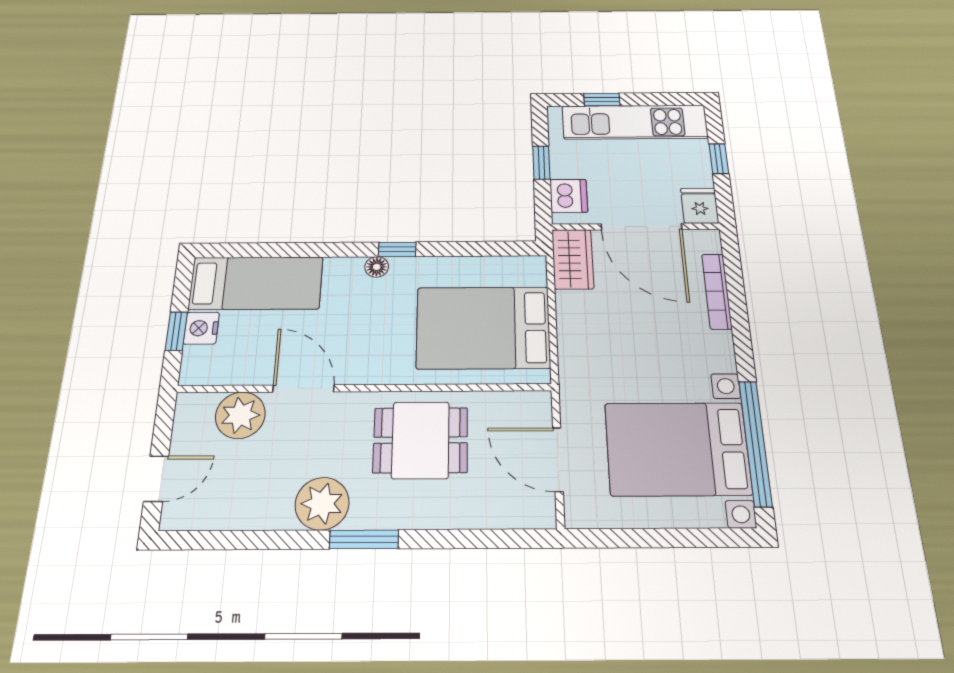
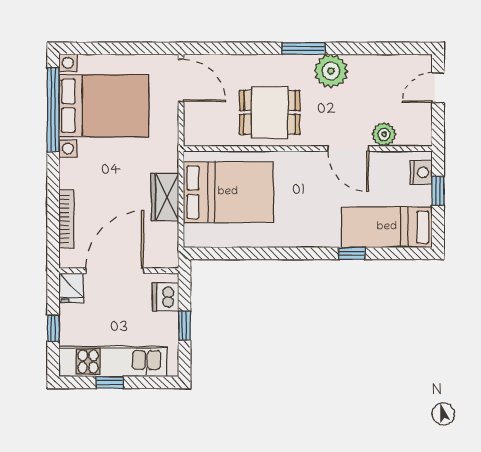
window: (602, 100) -> (109, 382), moved
door: (641, 227) -> (115, 271), hinge flipped
window: (397, 249) -> (352, 253), moved
wardrobe: (573, 259) -> (165, 197), moved
floor lamp: (377, 267) -> (303, 239), removed
nightstand: (201, 328) -> (421, 172), moved
plant: (240, 415) -> (384, 134), width x0.73, depth x0.73
door: (558, 459) -> (181, 80), moved

